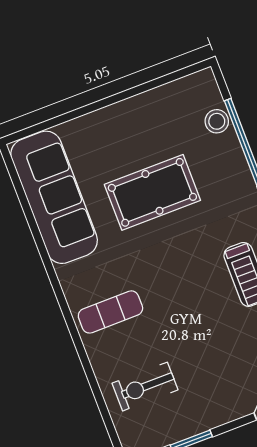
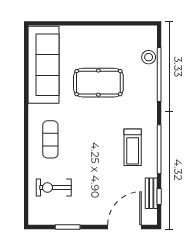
exercise mat: (110, 312) -> (50, 139), turned 90

